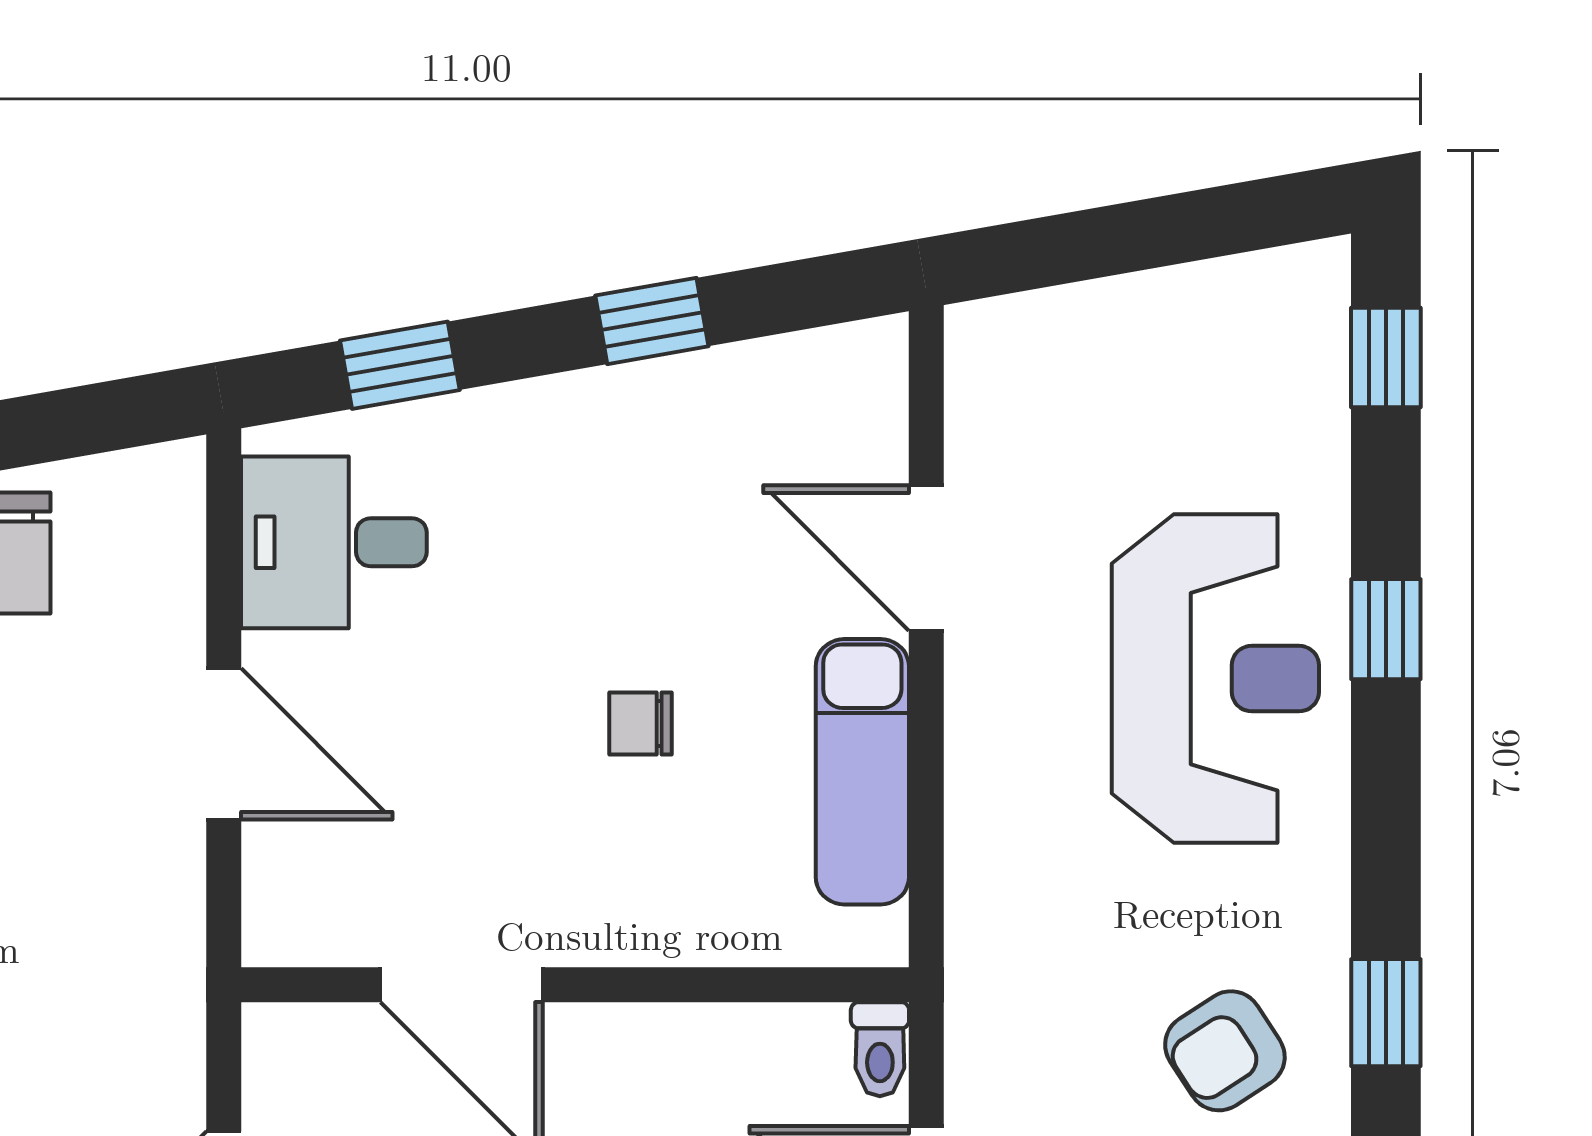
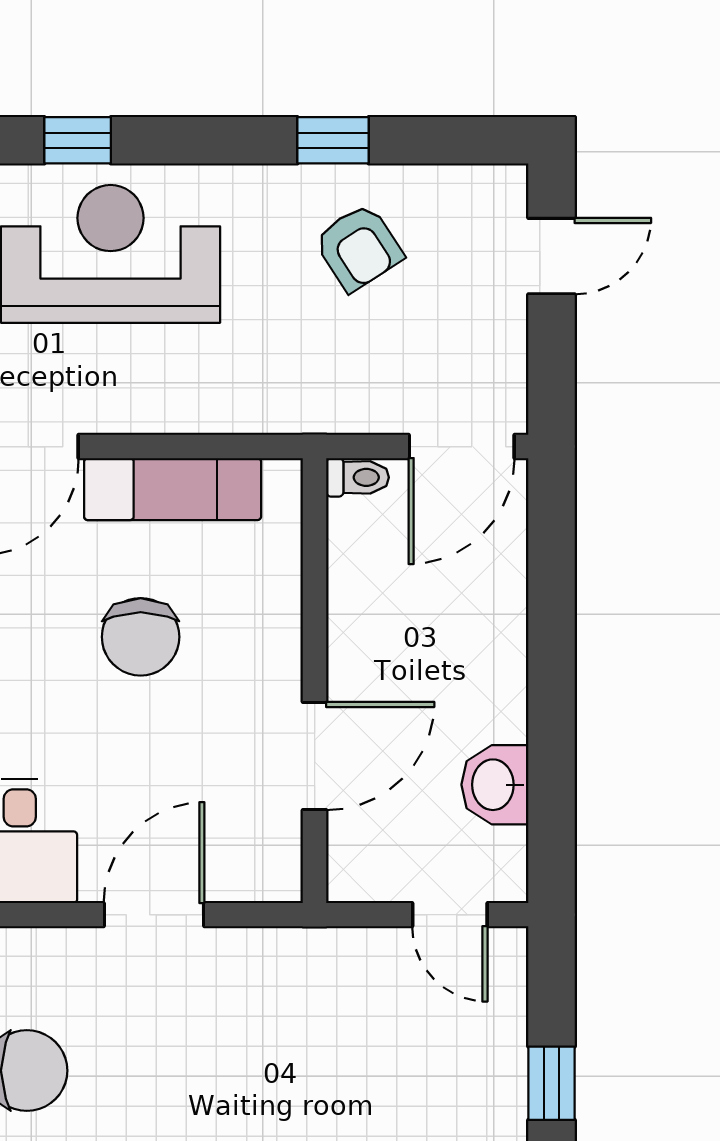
chair: (641, 724) -> (141, 637), width x1.87, depth x1.87

